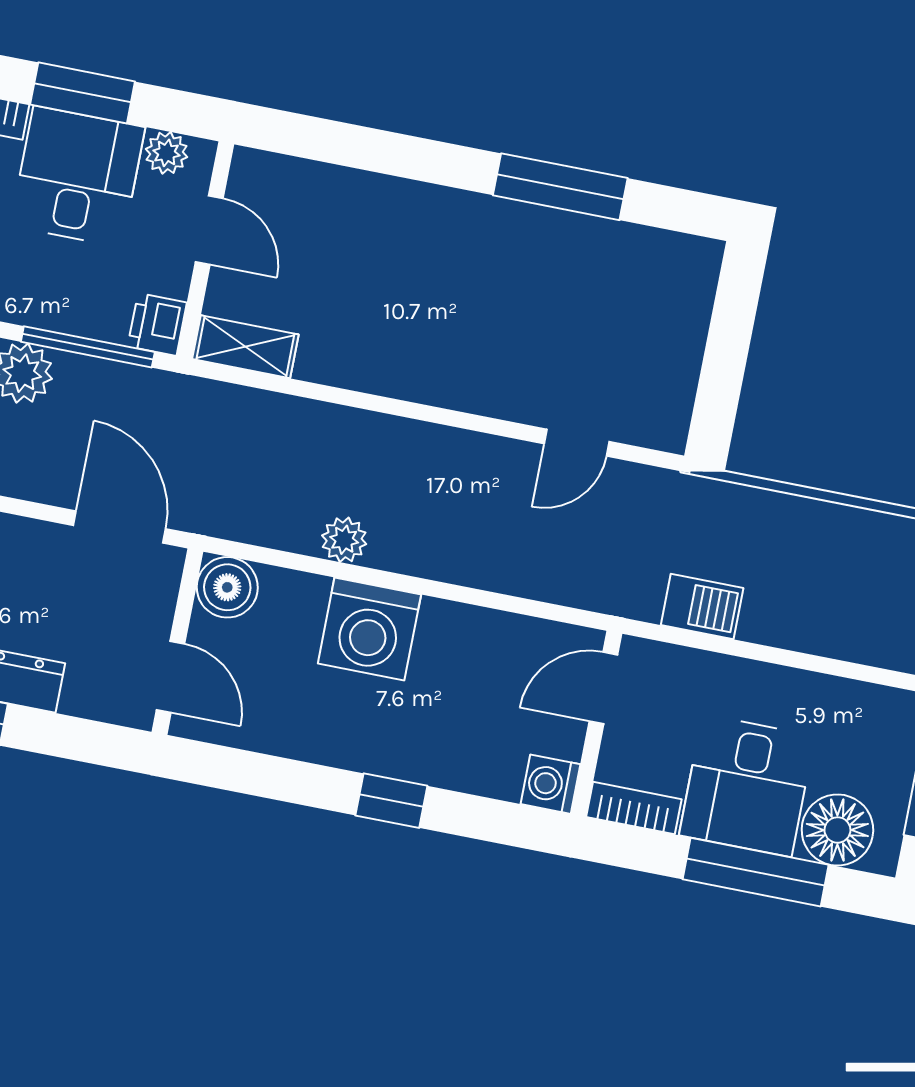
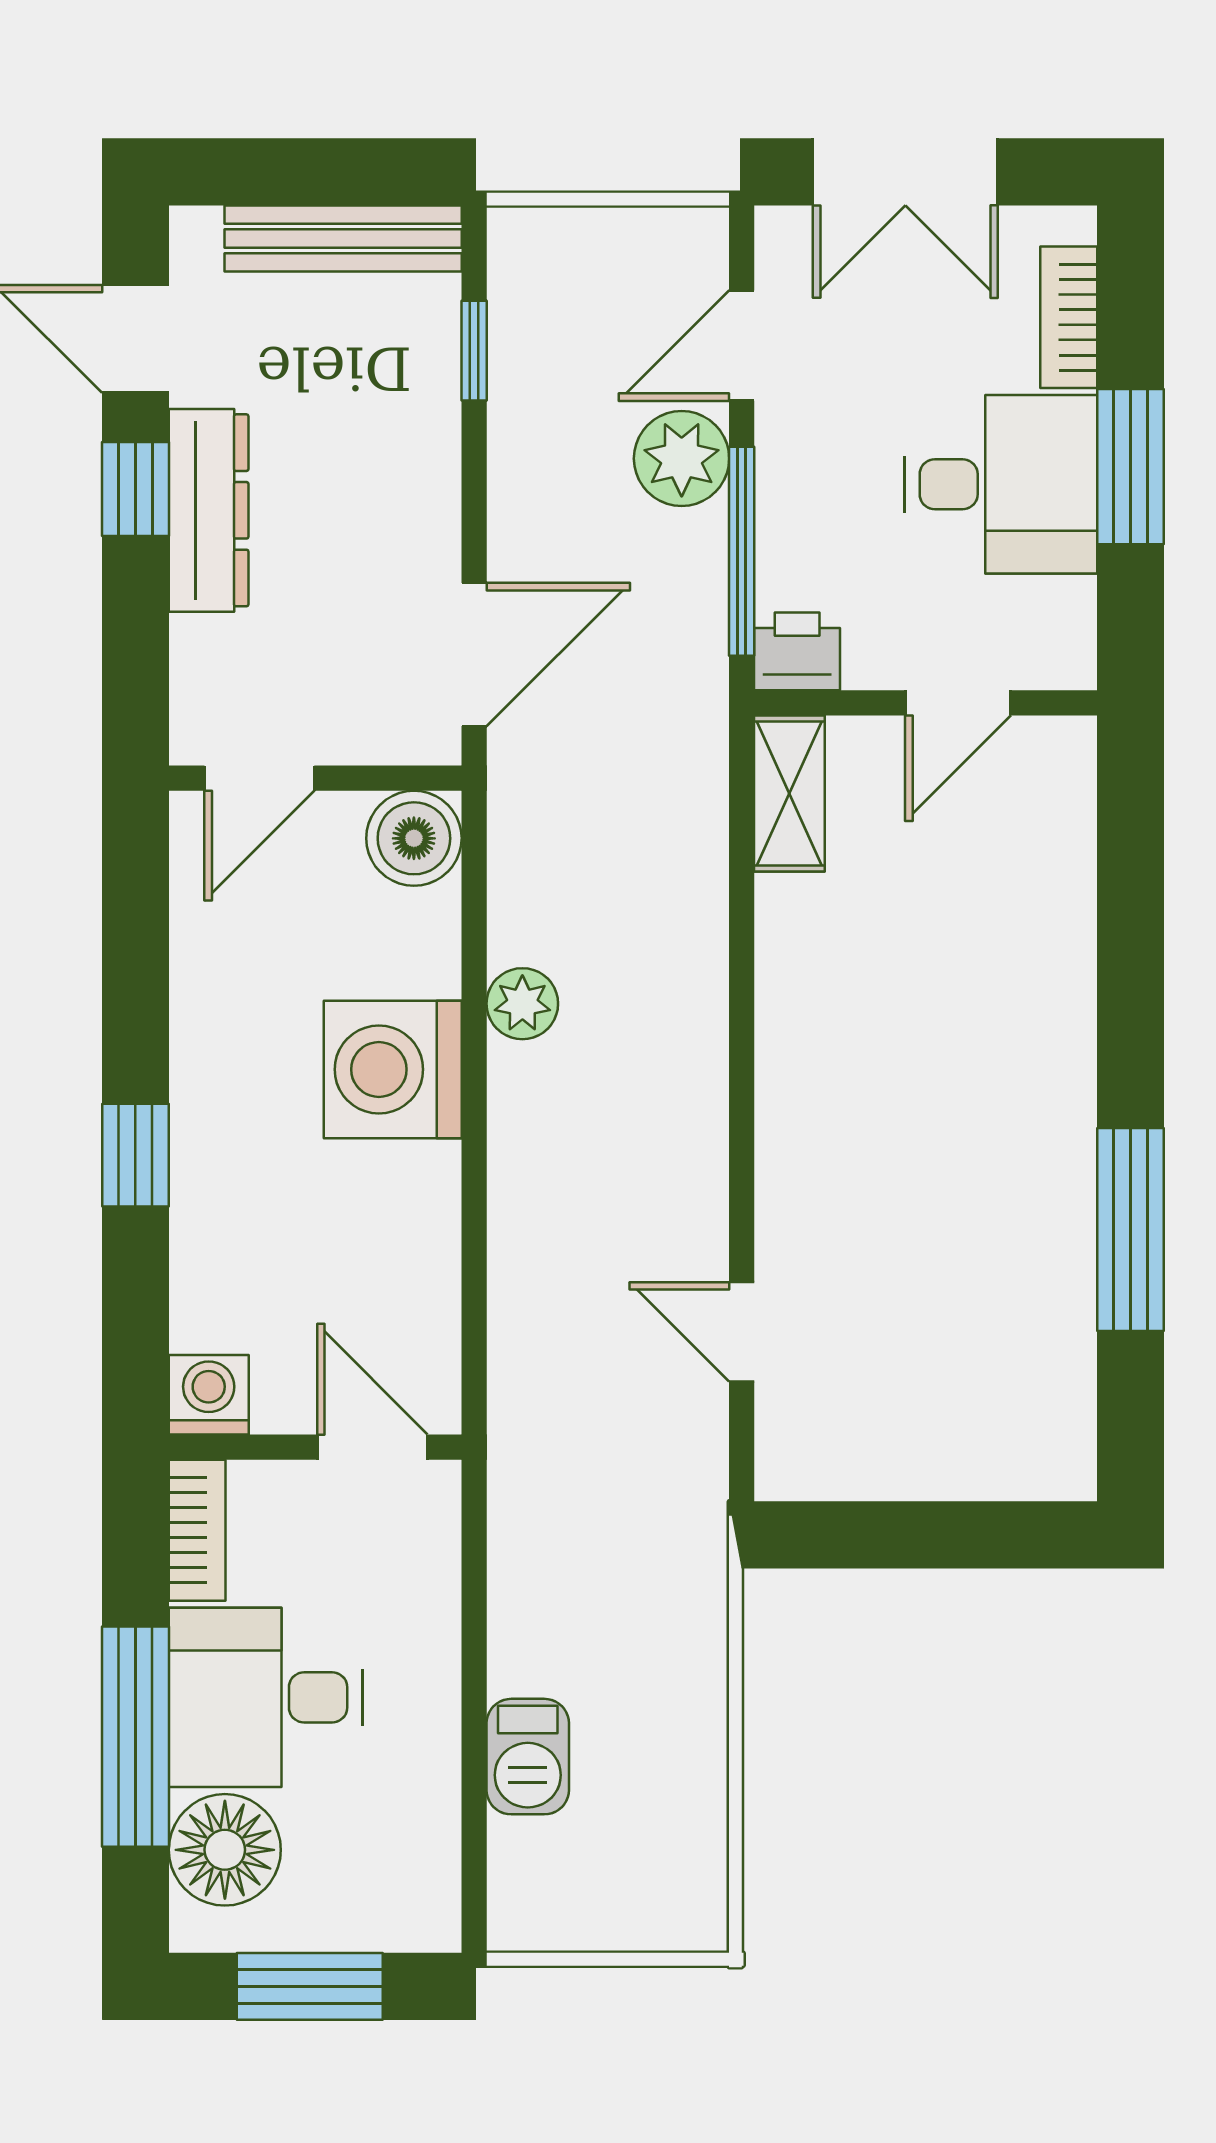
plant: (166, 153) -> (1064, 614), removed
barbecue: (702, 606) -> (528, 1757), moved

